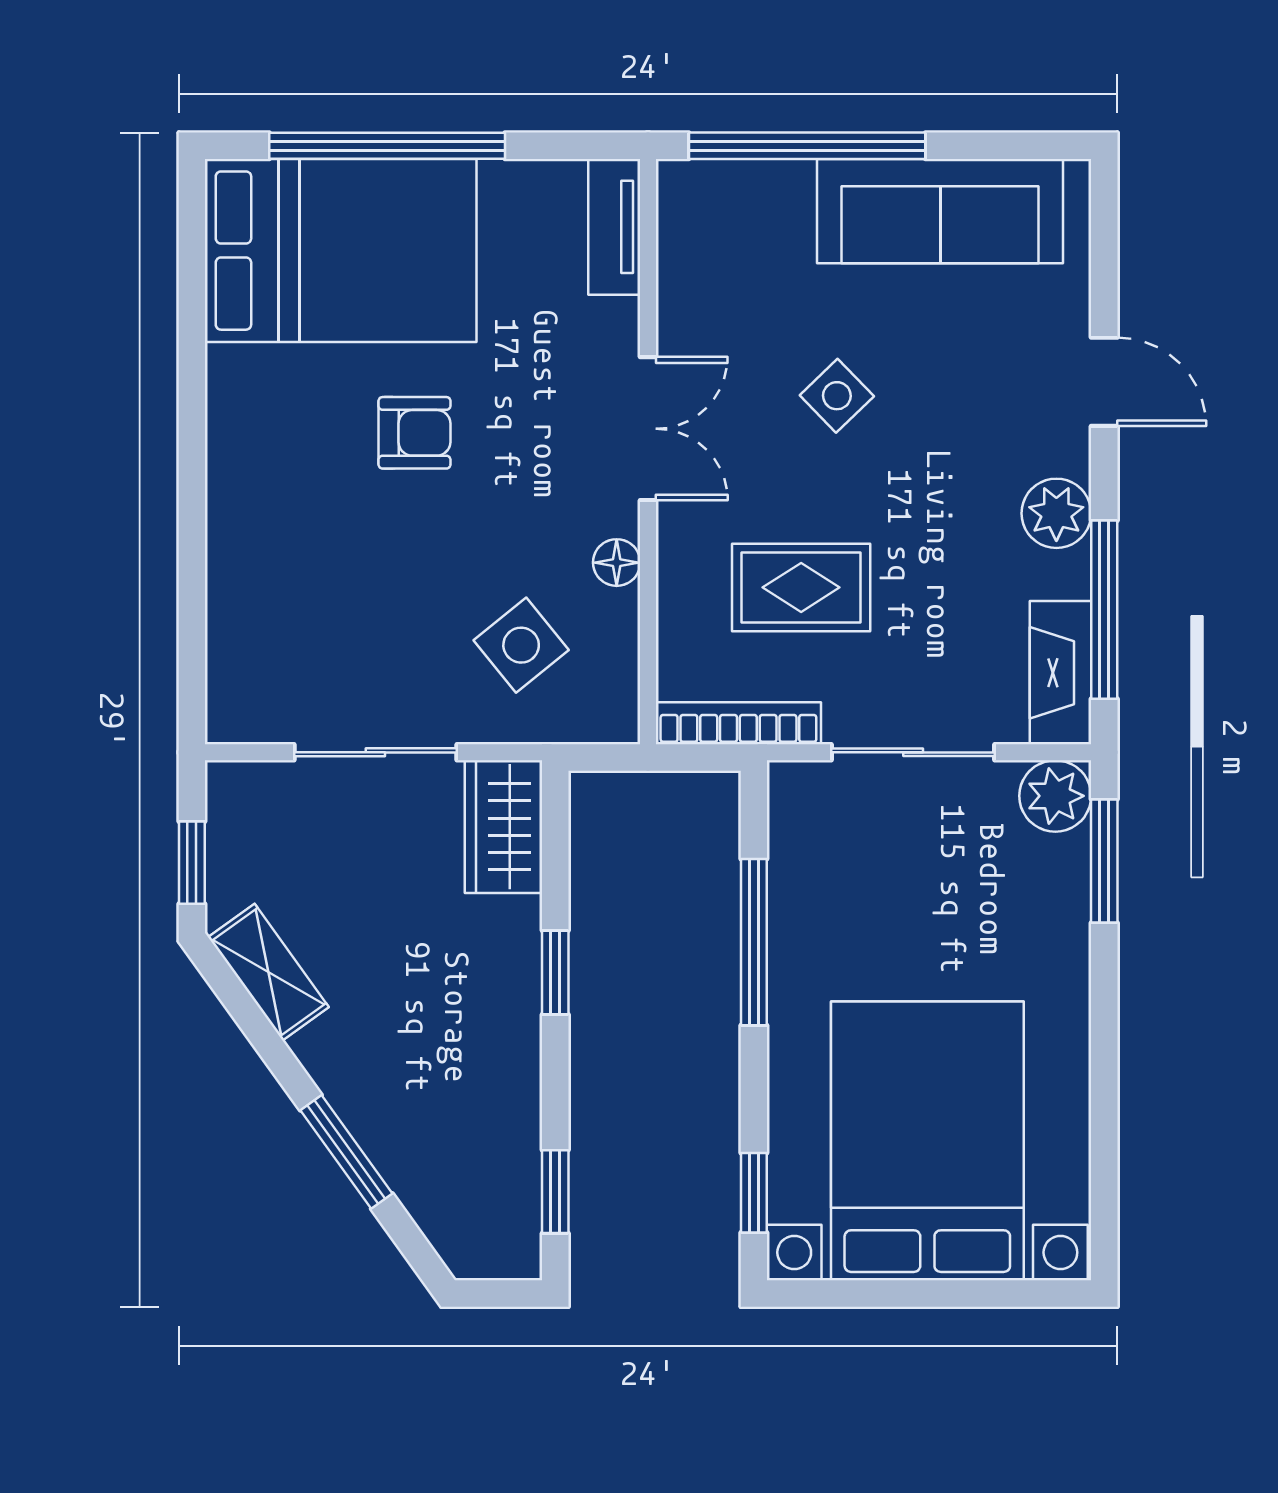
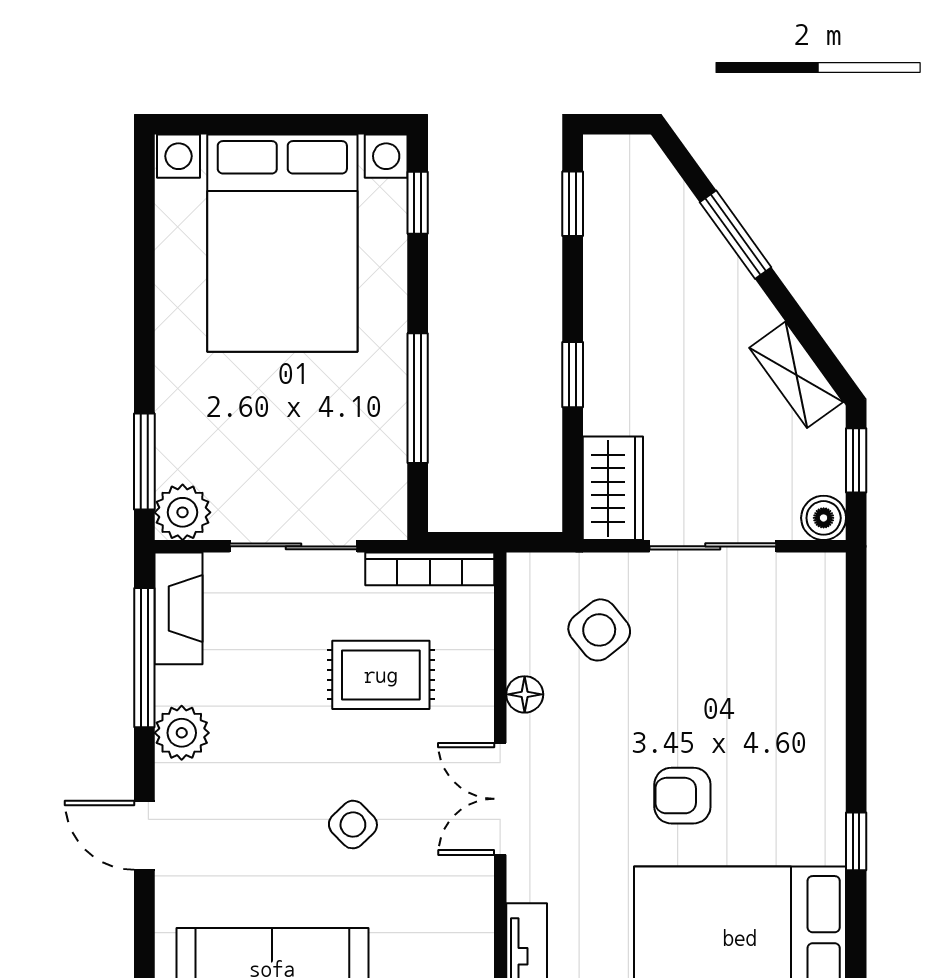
window: (192, 374) -> (856, 841), added
boiler: (233, 789) -> (824, 518), added

